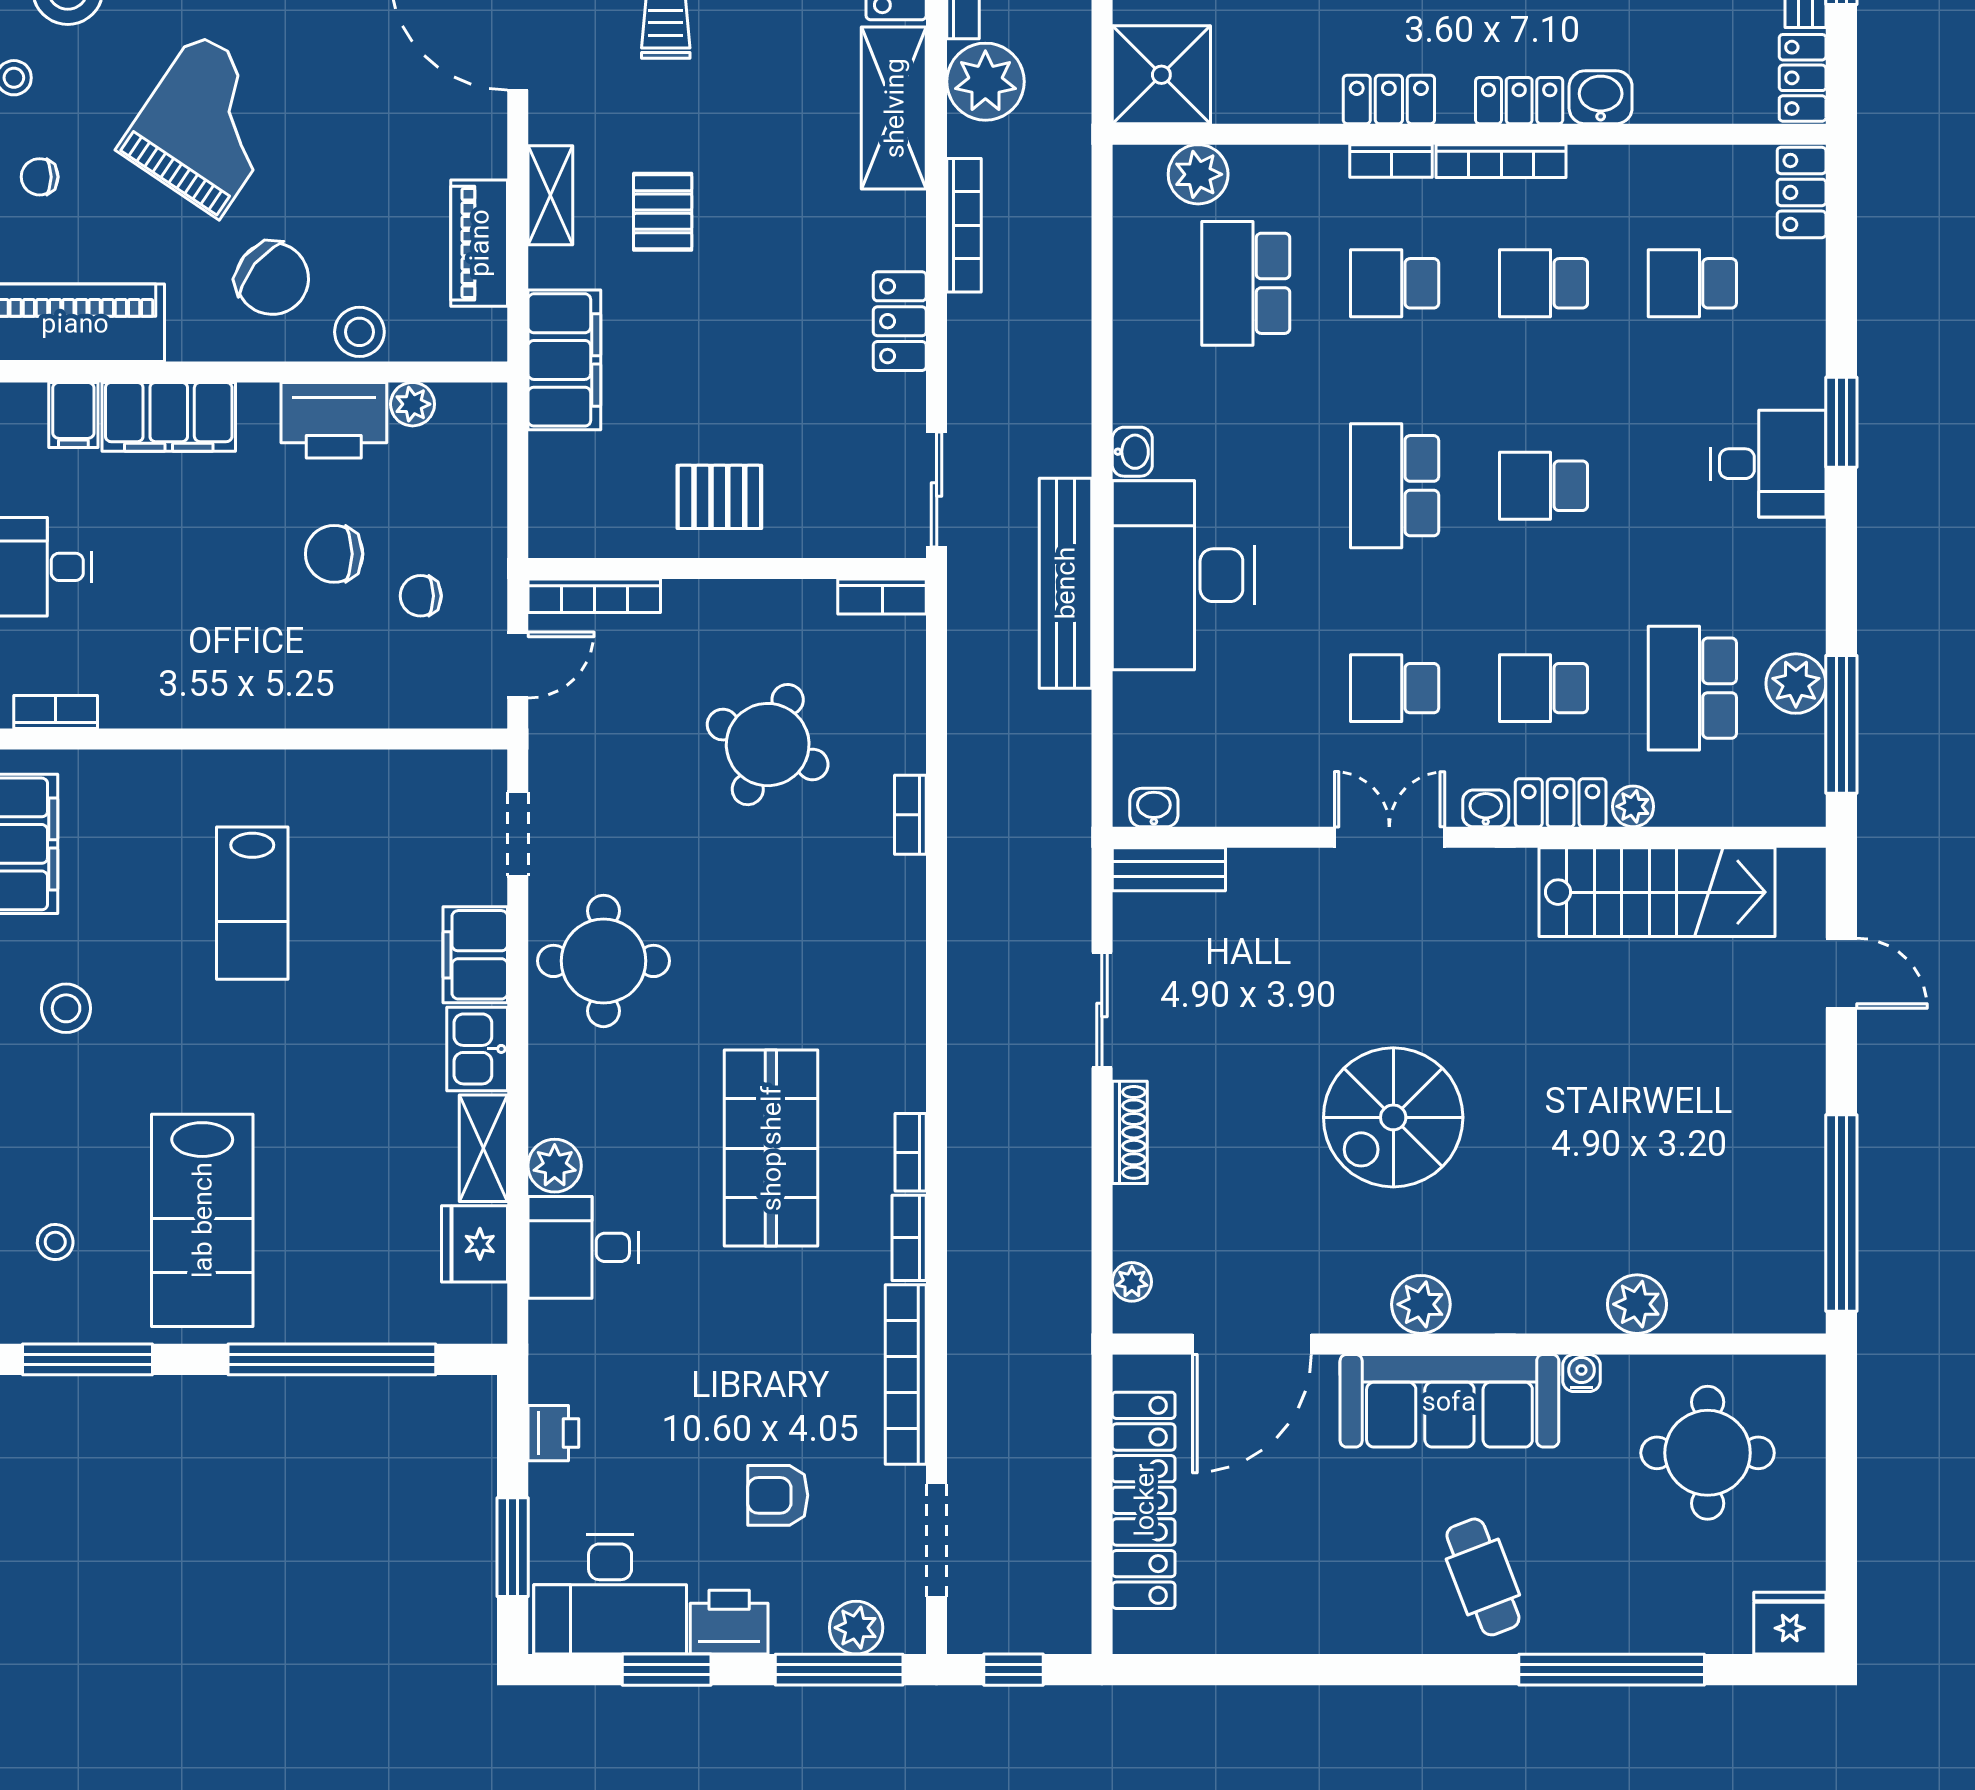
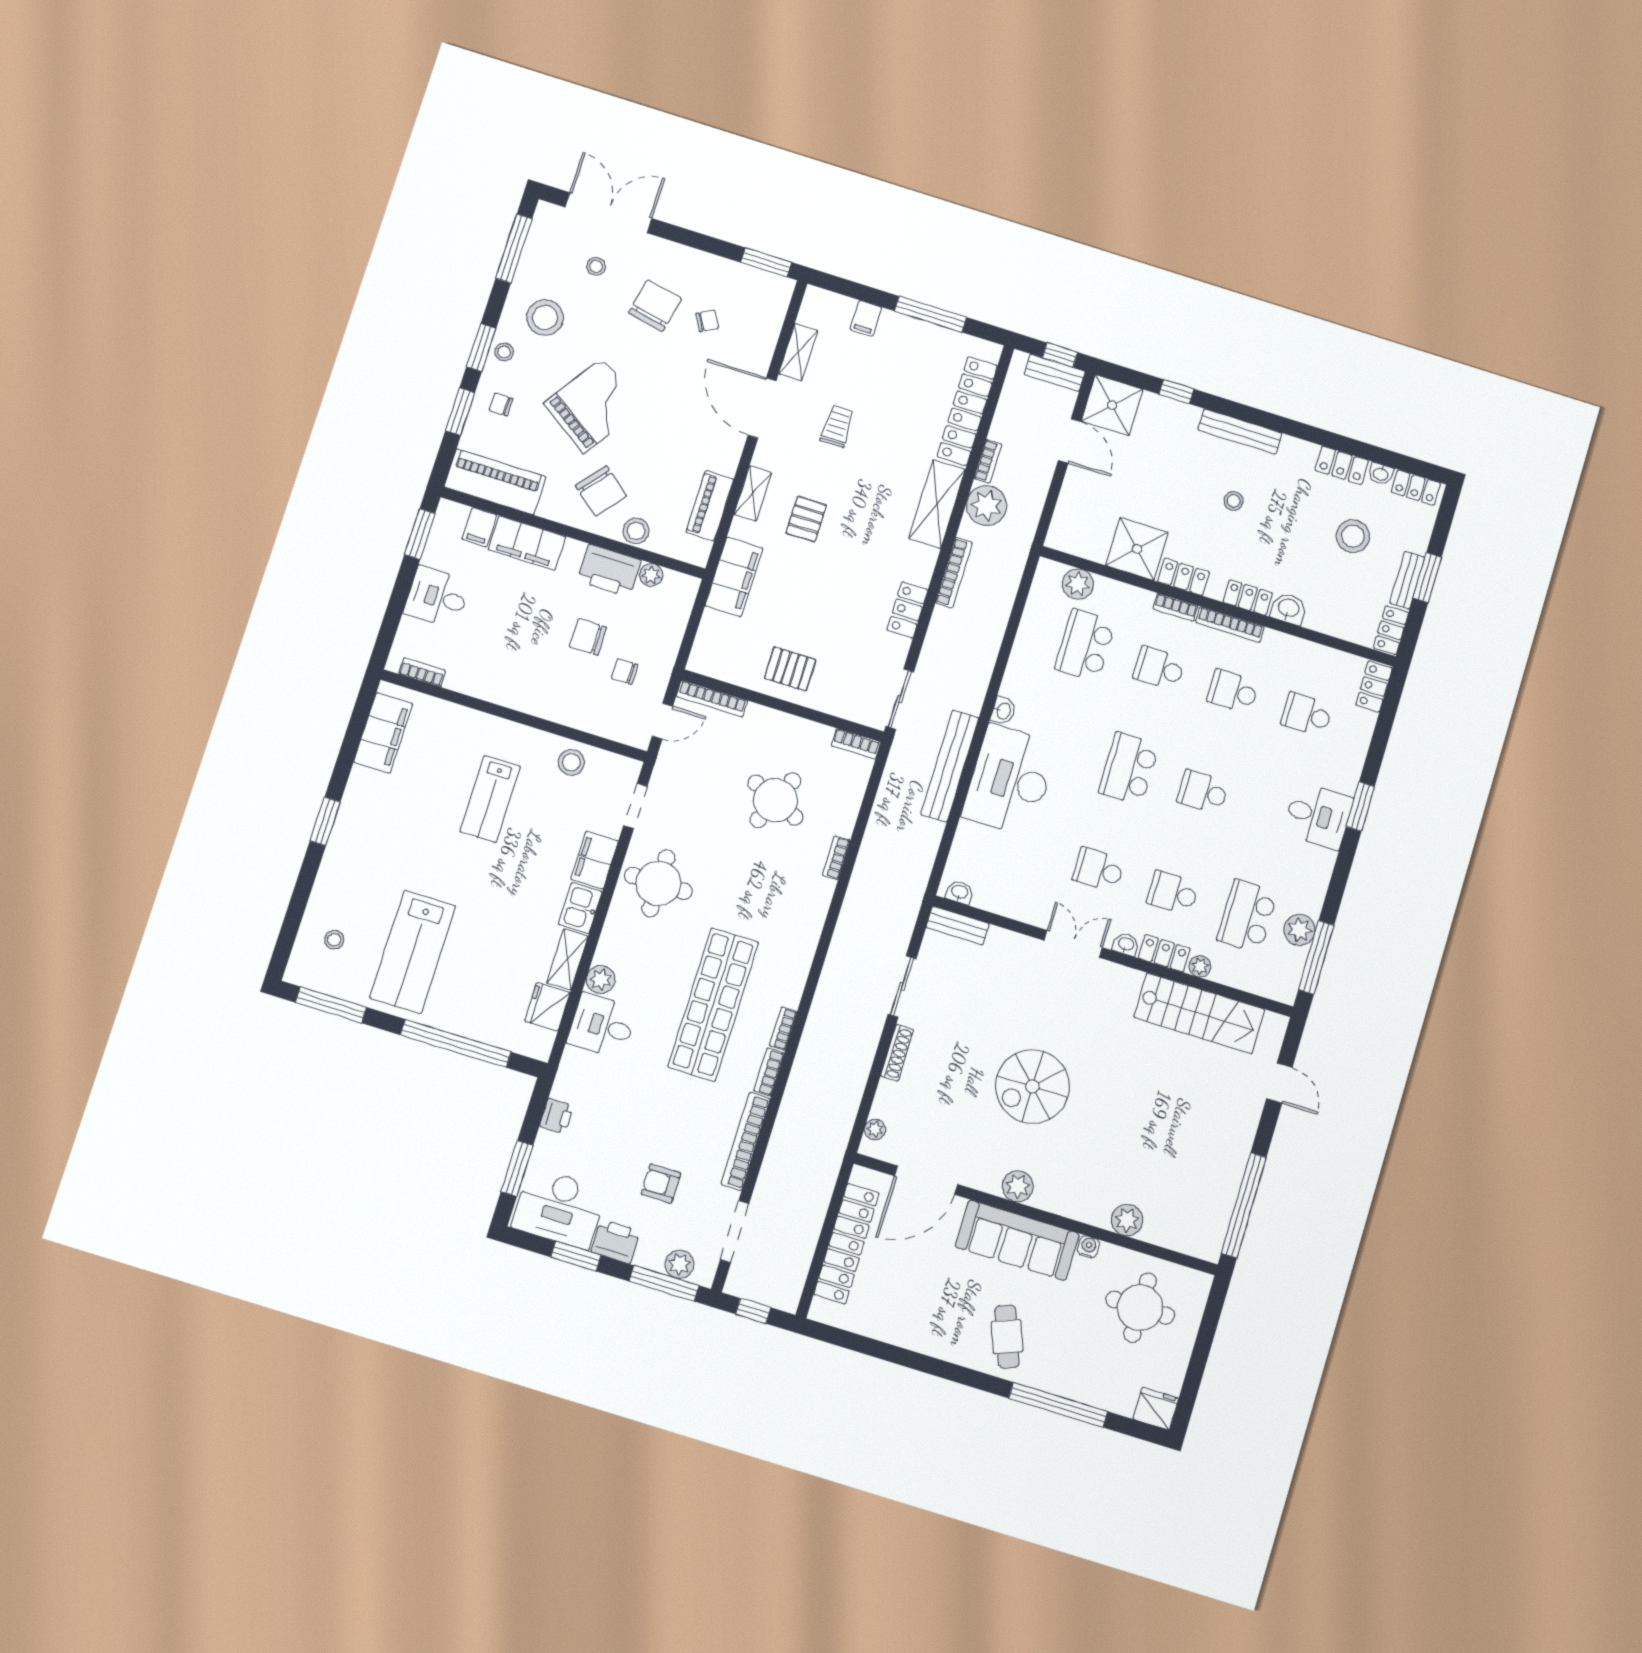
shower: (1161, 75) -> (1137, 549), moved
stool: (66, 1008) -> (571, 762), moved
shop shelf: (771, 1148) -> (713, 1005), width x1.40

